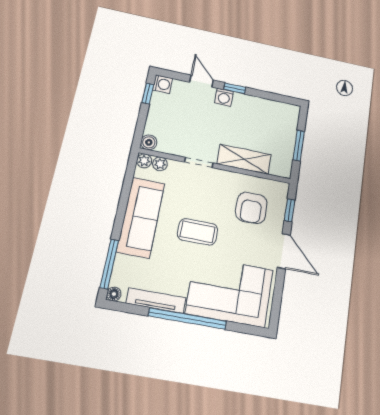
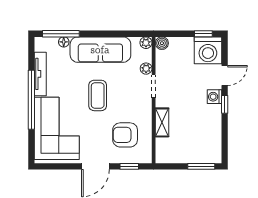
washing machine: (163, 84) -> (208, 50), width x1.89, depth x1.89
window: (299, 145) -> (201, 166), moved
shelving: (244, 159) -> (162, 122), width x0.67, depth x0.75
plant: (160, 164) -> (146, 69), moved
floor lamp: (114, 294) -> (64, 42), moved

